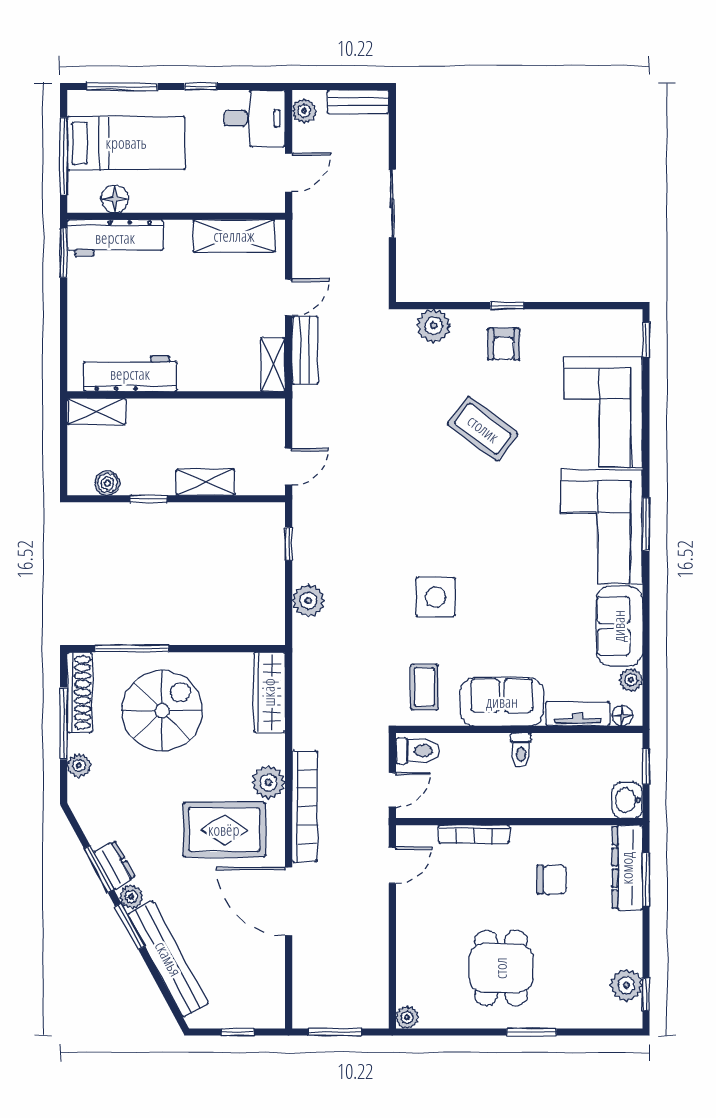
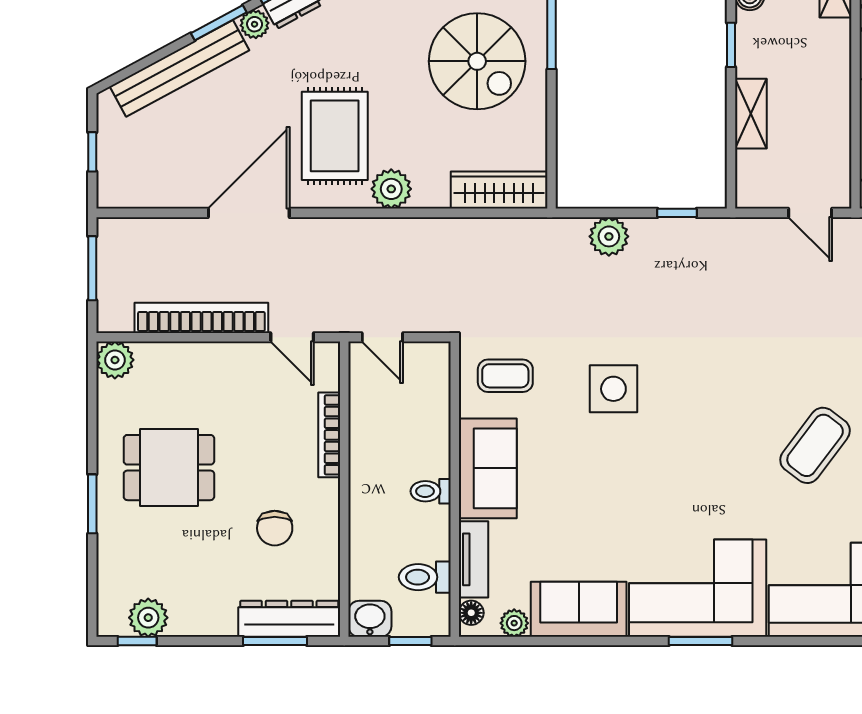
door: (289, 467) -> (810, 213), moved
toilet: (417, 751) -> (425, 577), moved, turned 90
bookcase: (305, 806) -> (201, 318), moved, turned 180
plant: (407, 1017) -> (115, 360), width x1.38, depth x1.38

